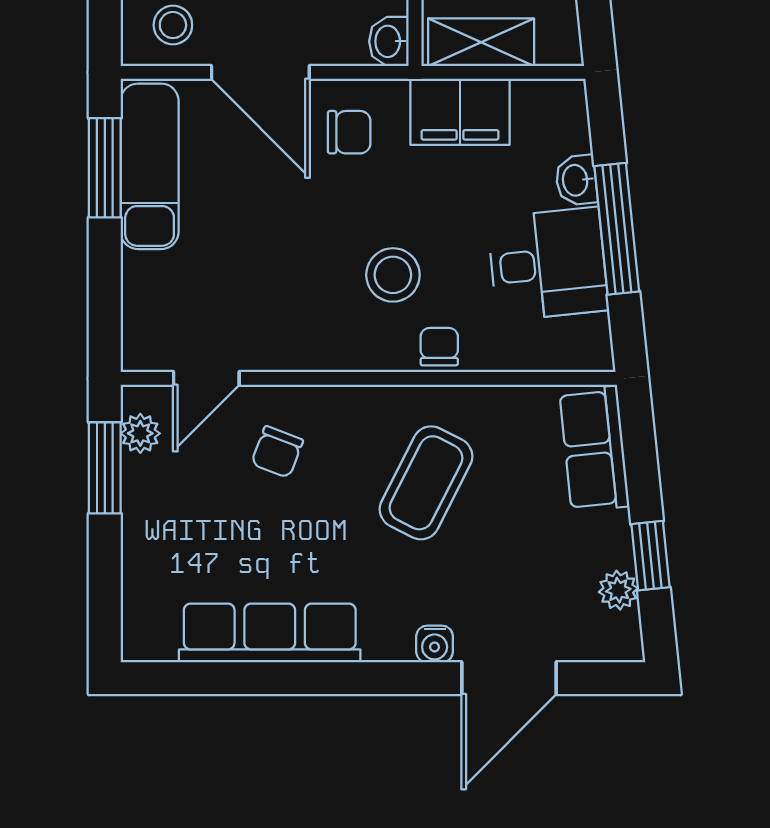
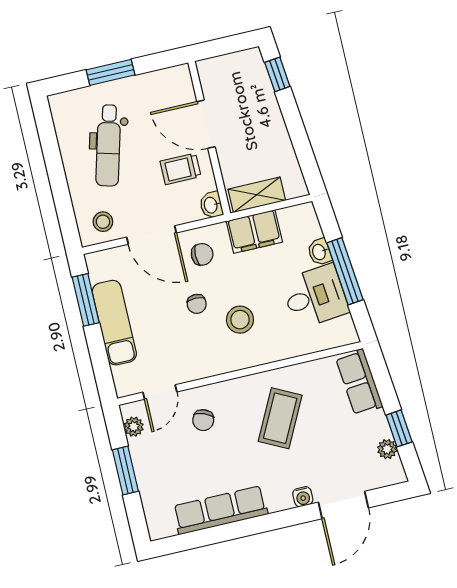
exam couch: (150, 166) -> (114, 323), moved
chair: (439, 347) -> (197, 304), moved, turned 180
window: (105, 468) -> (125, 471), moved

